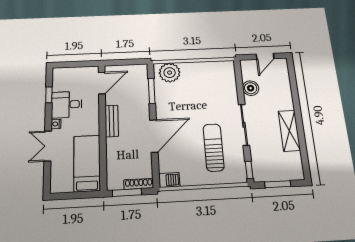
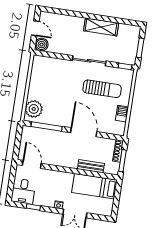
boiler: (251, 88) -> (42, 45), moved
window: (152, 91) -> (47, 126), width x1.44
desk: (67, 105) -> (23, 191), moved
bench: (112, 121) -> (91, 166), moved
sun lounger: (214, 147) -> (102, 89), turned 180
barbecue: (169, 180) -> (122, 114), moved

